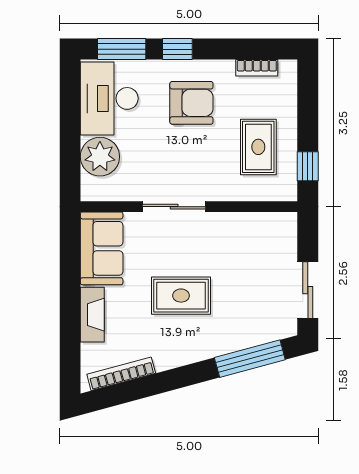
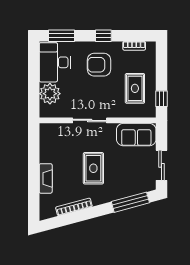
window: (177, 49) -> (103, 36), moved
armchair: (191, 103) -> (99, 65), turned 180
sofa: (102, 248) -> (136, 135), moved, turned 90
rug: (181, 296) -> (93, 168), turned 90
bookcase: (121, 374) -> (74, 207), moved

